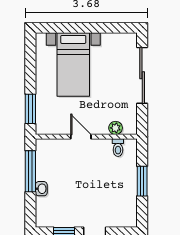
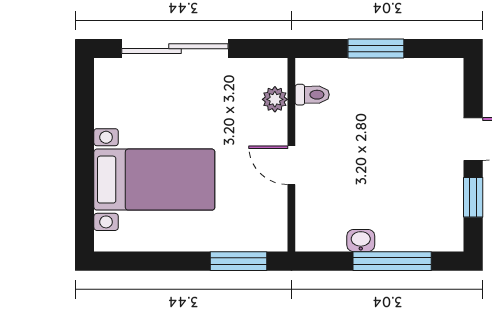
door: (81, 137) -> (291, 165), hinge flipped
window: (30, 171) -> (392, 261), moved
washbasin: (41, 189) -> (361, 240), moved

